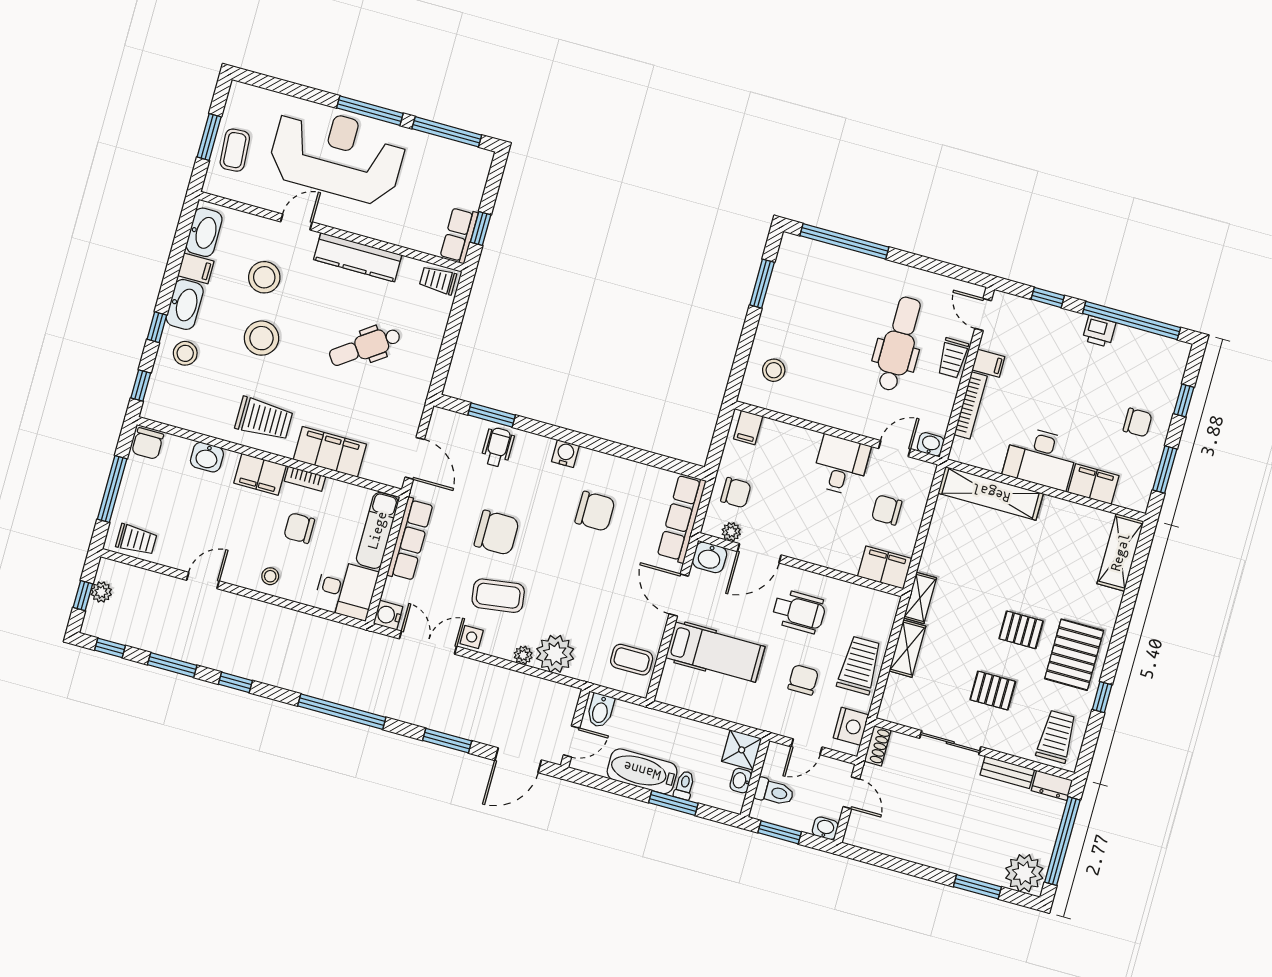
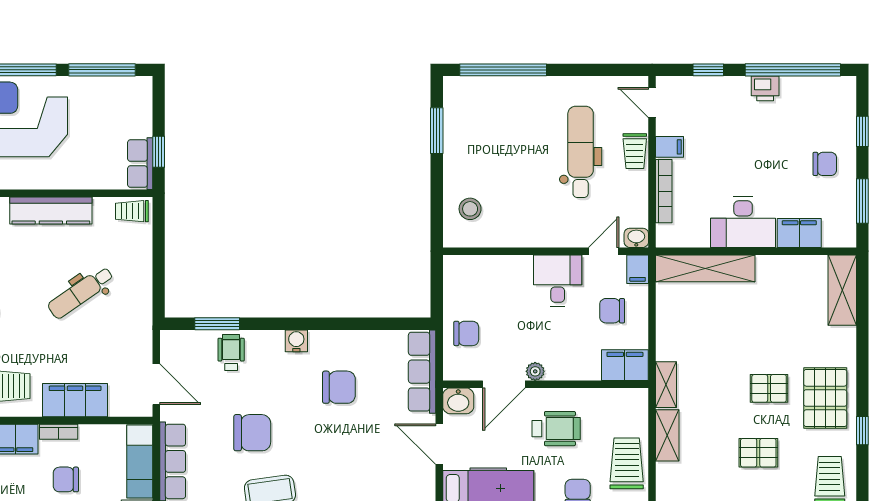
filing cabinet: (748, 428) -> (638, 269), moved
plant: (731, 532) -> (535, 371), moved

